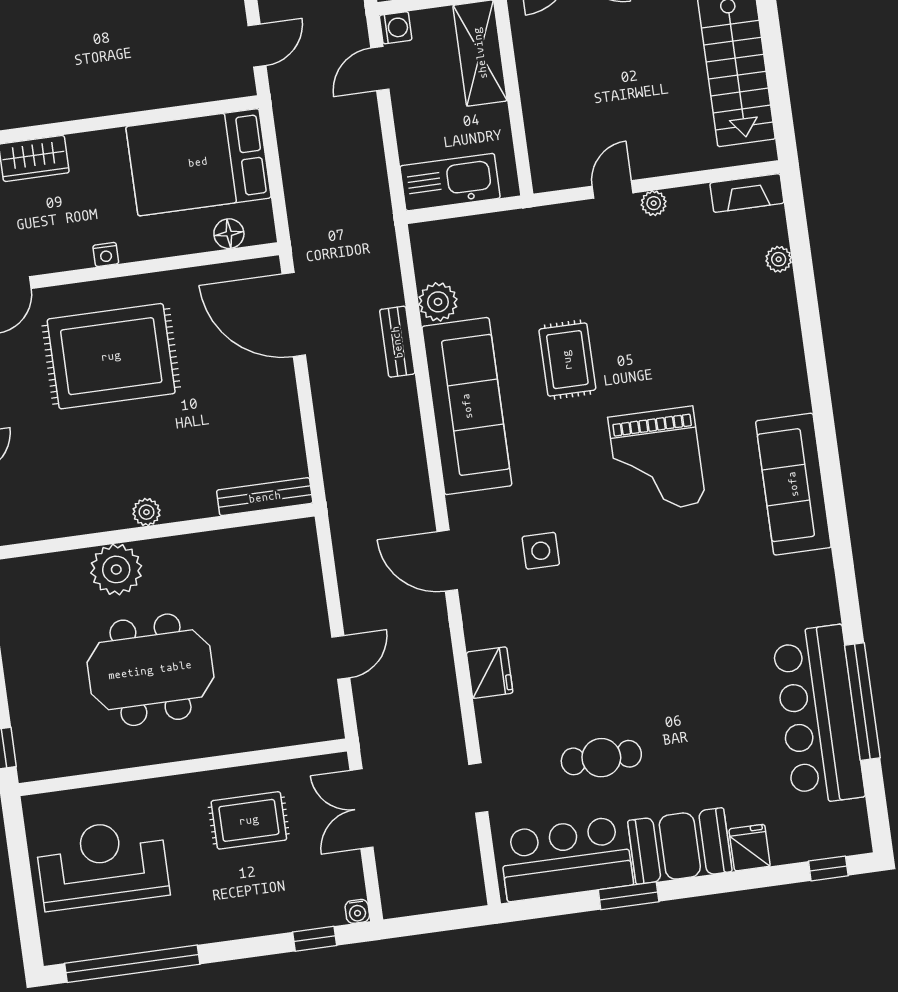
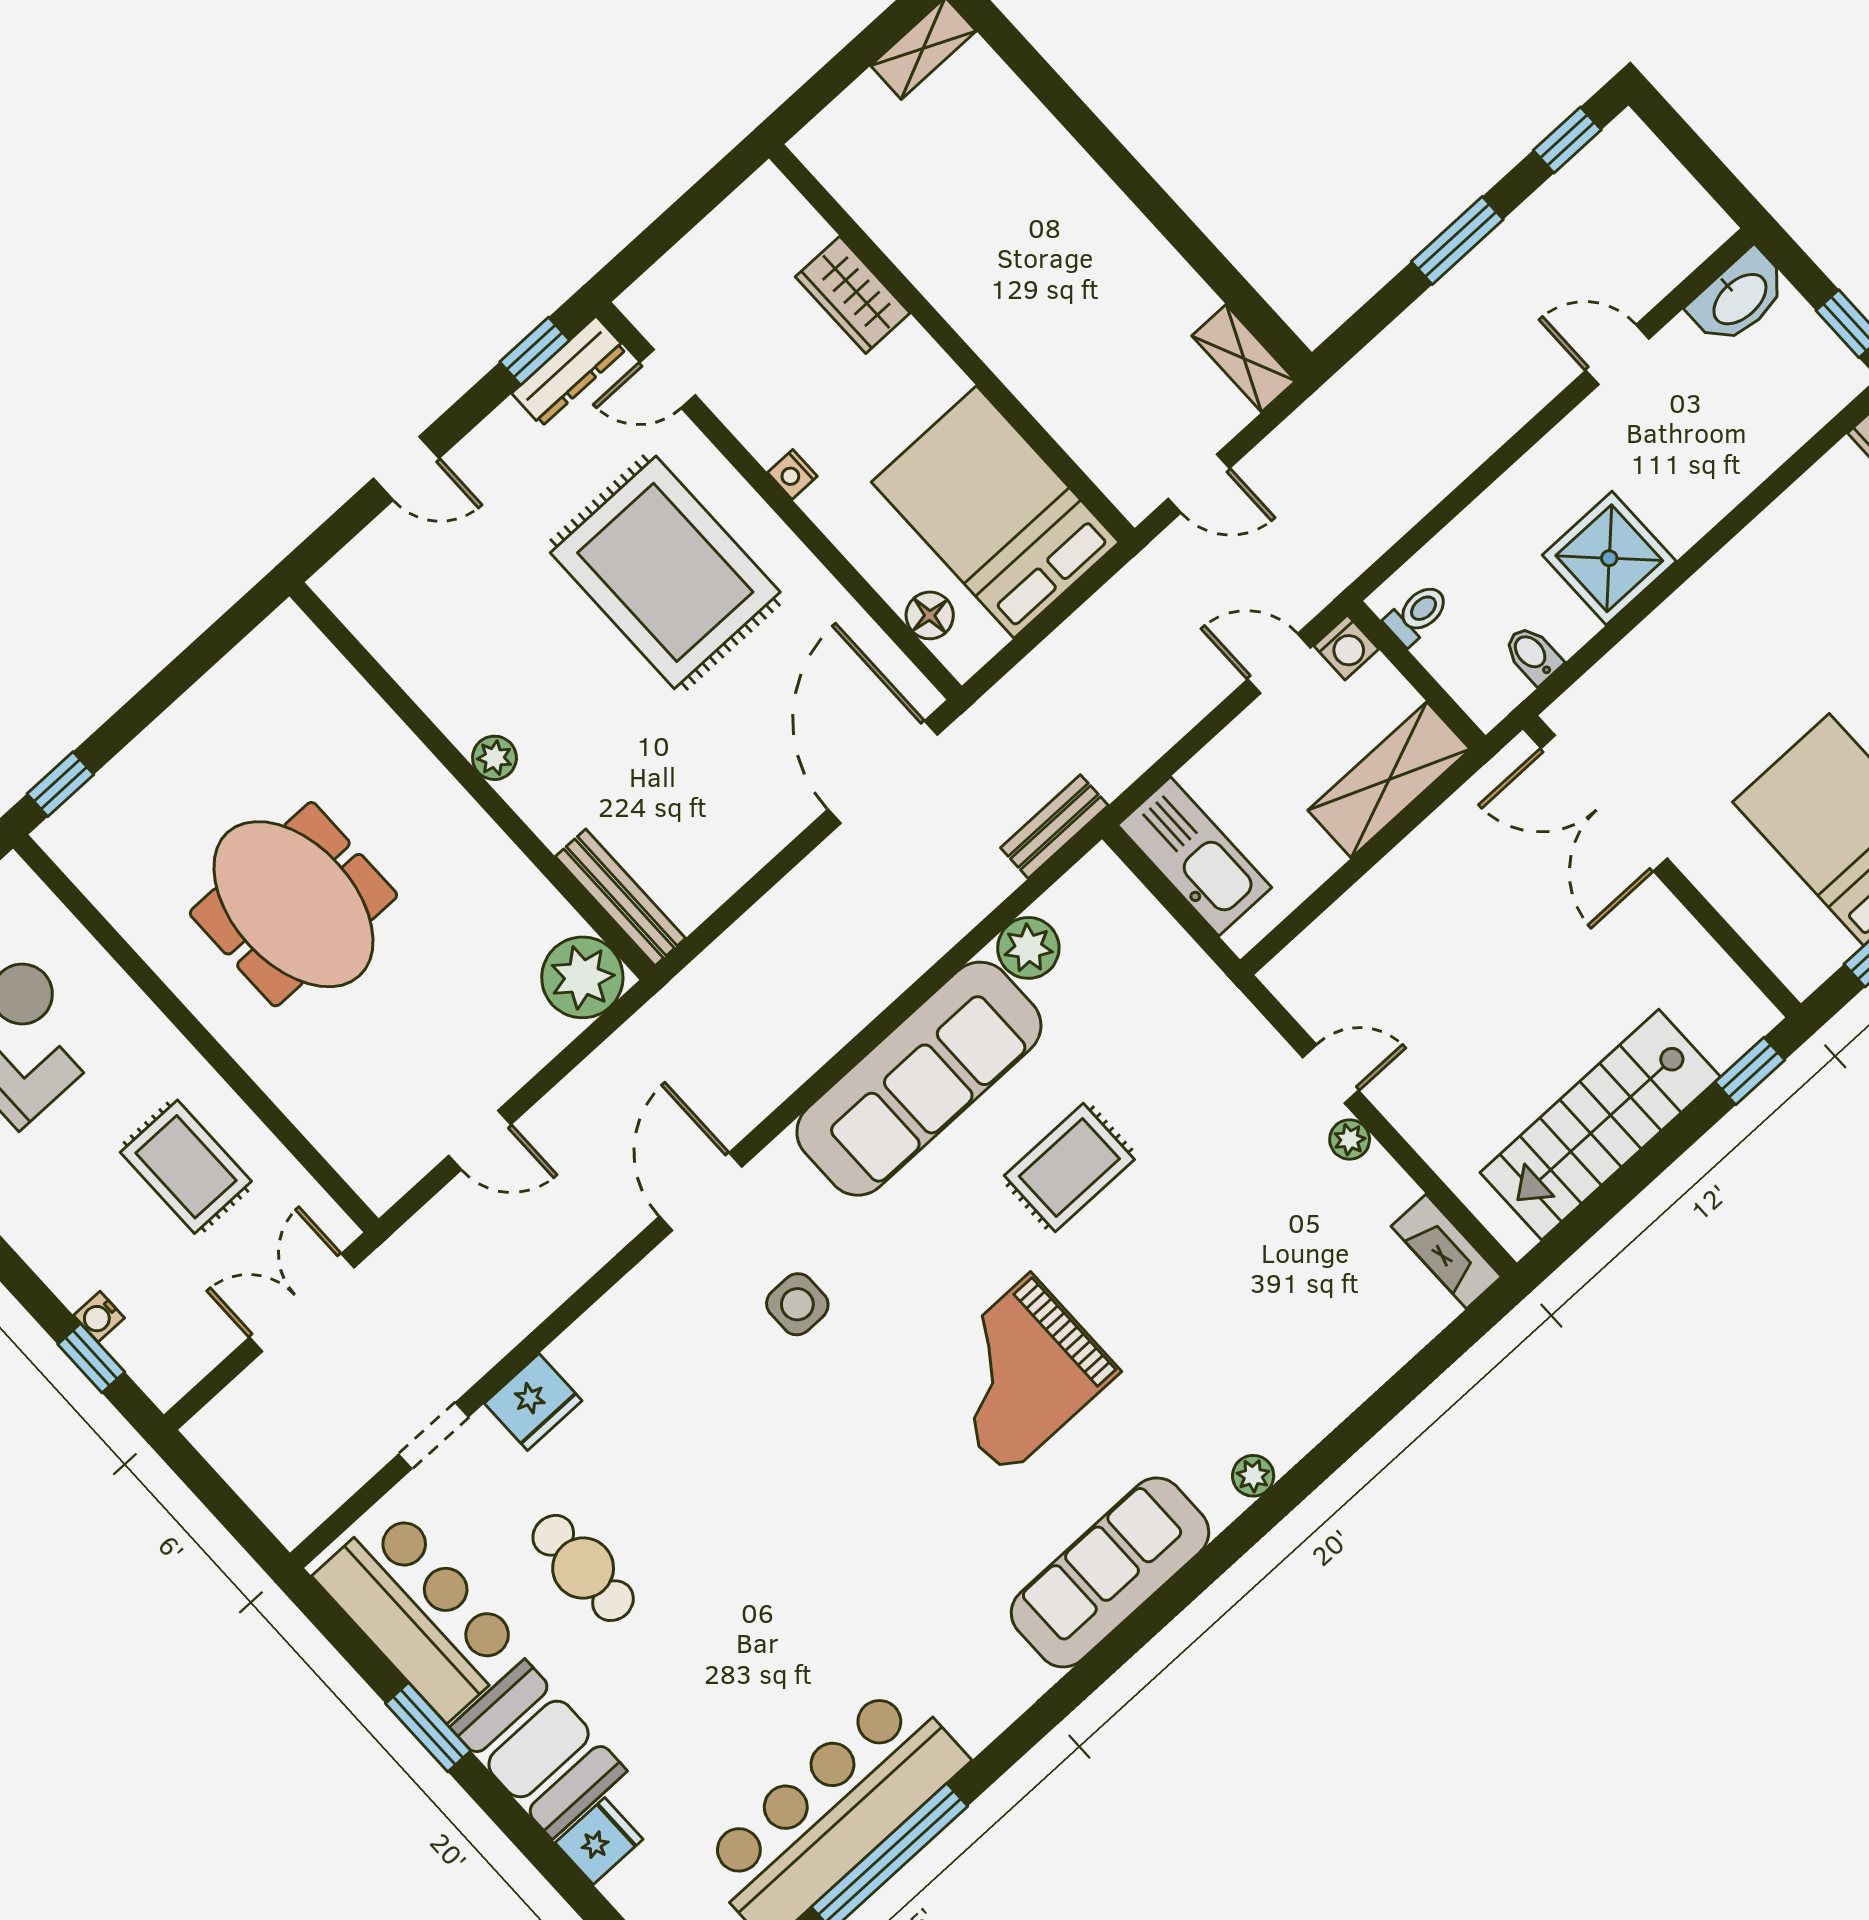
plant: (779, 259) -> (1253, 1476), moved
bench: (397, 342) -> (1054, 827), moved
plant: (116, 569) -> (582, 977), moved
fridge: (490, 673) -> (533, 1402), moved
water cooler: (357, 911) -> (99, 1317), moved

